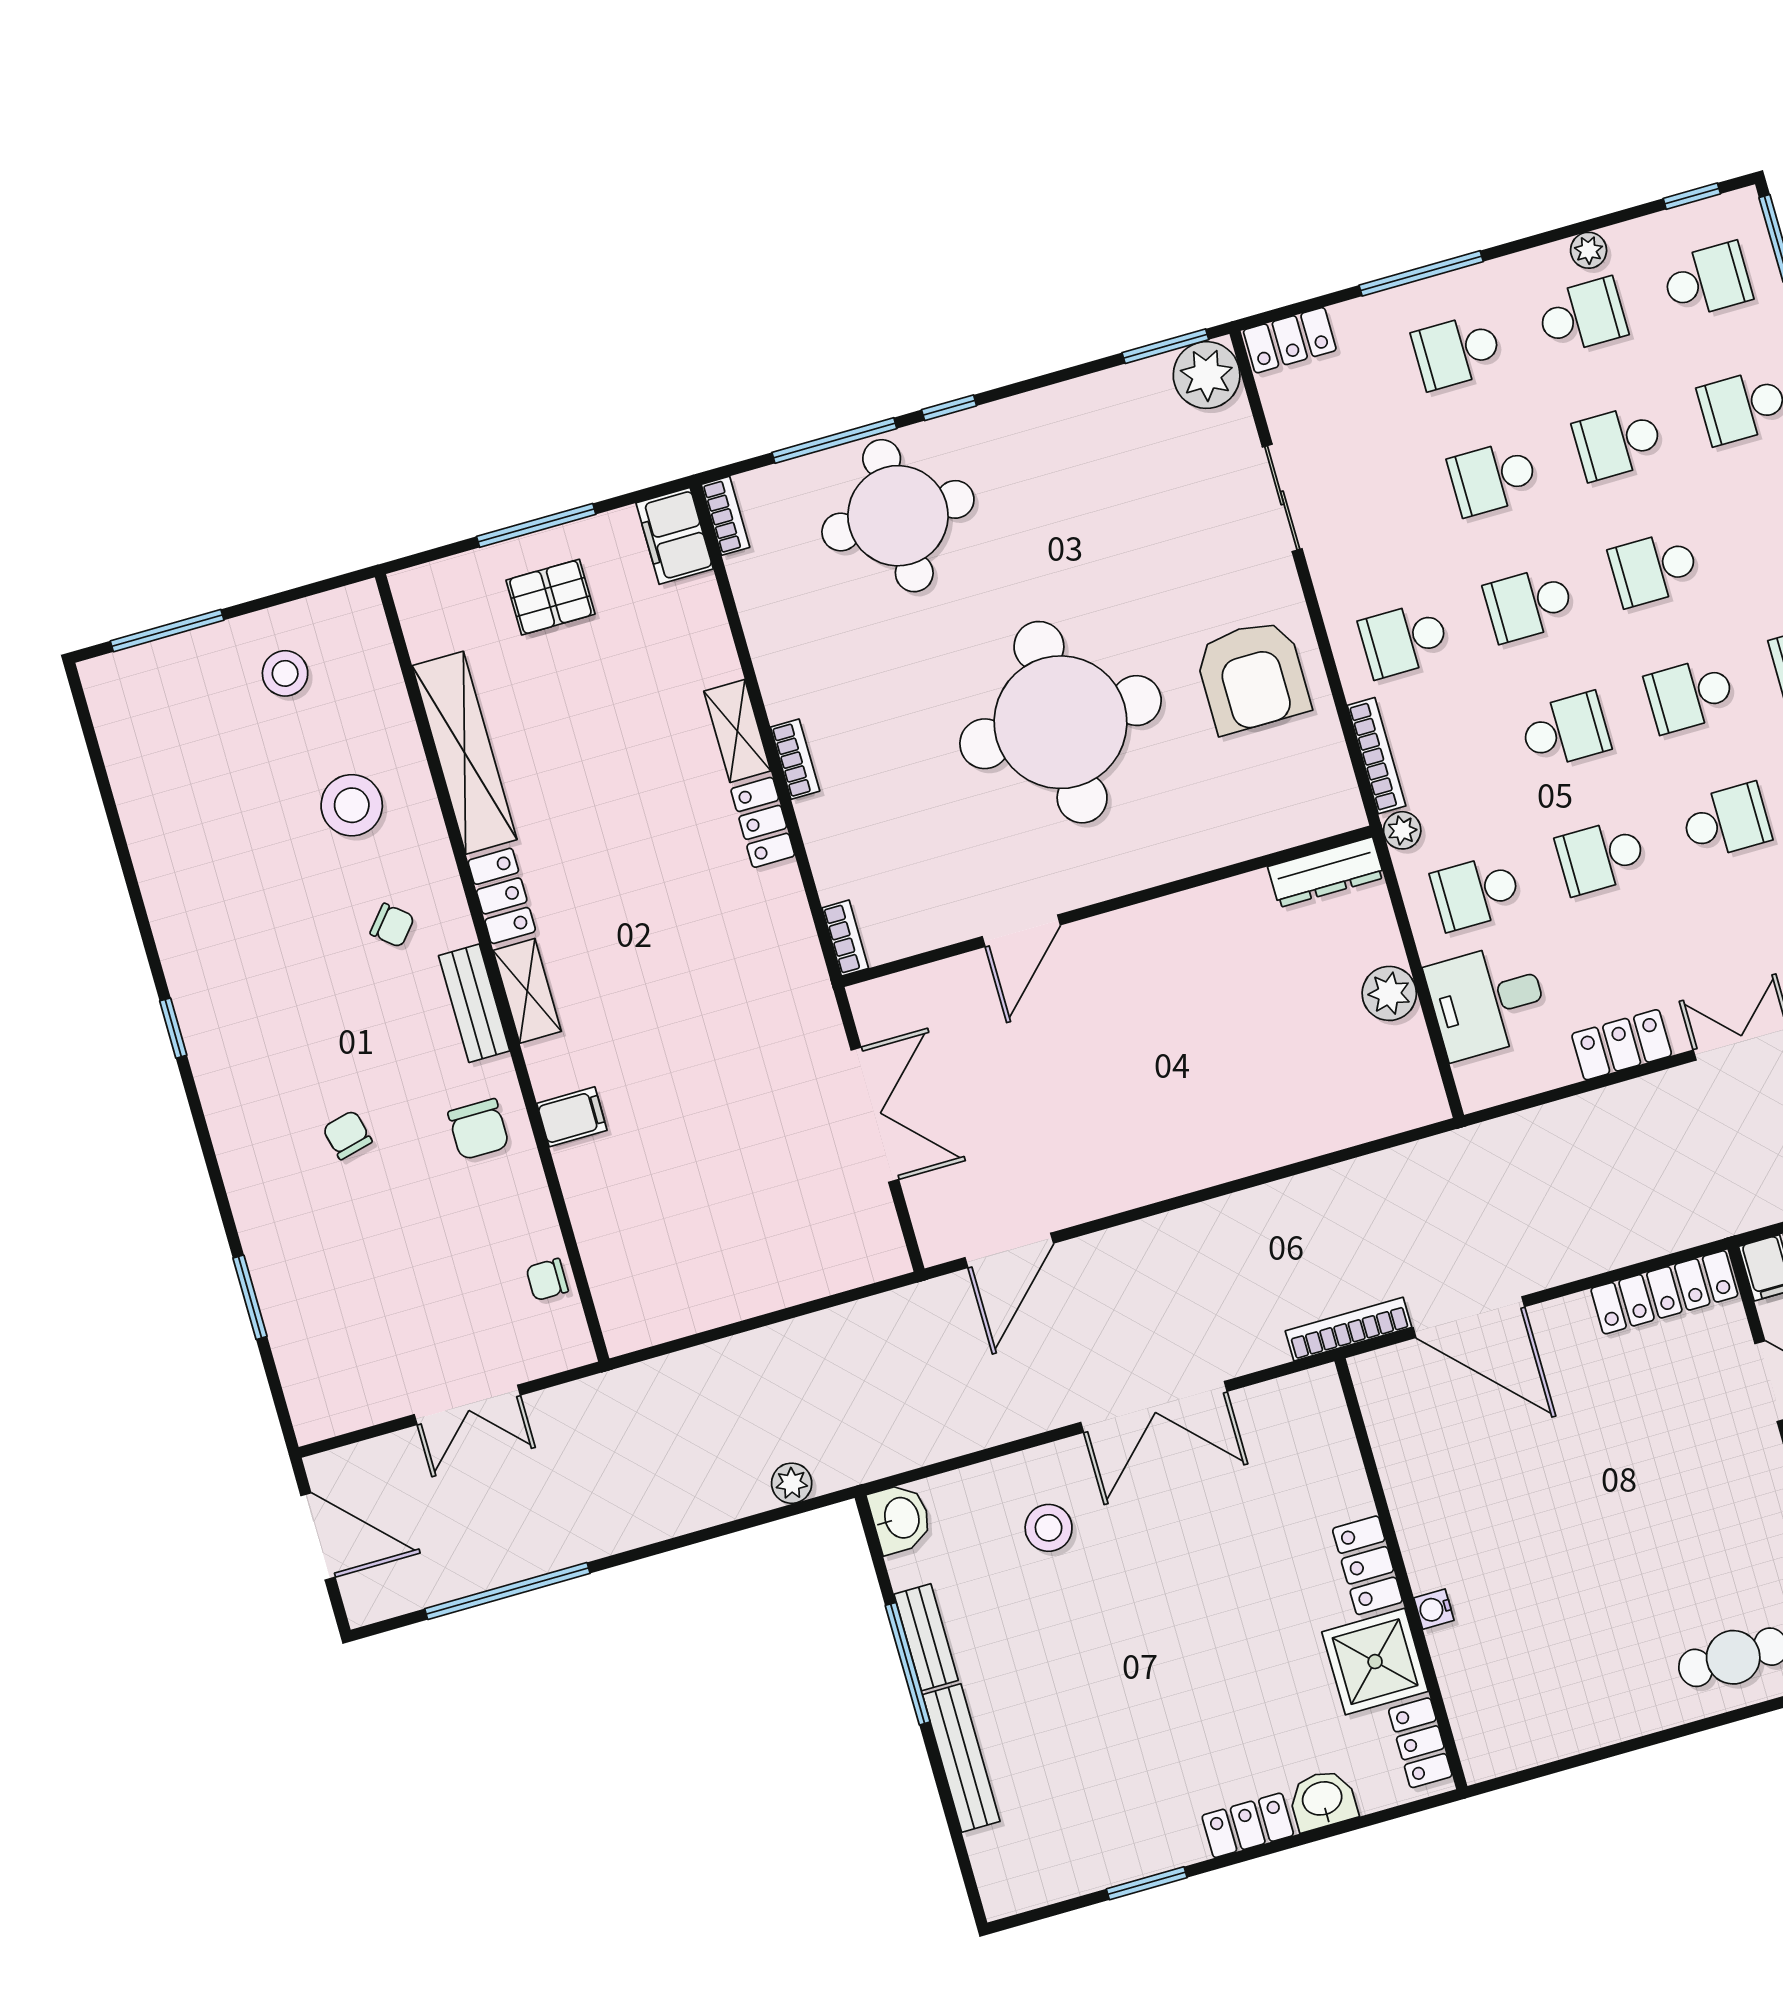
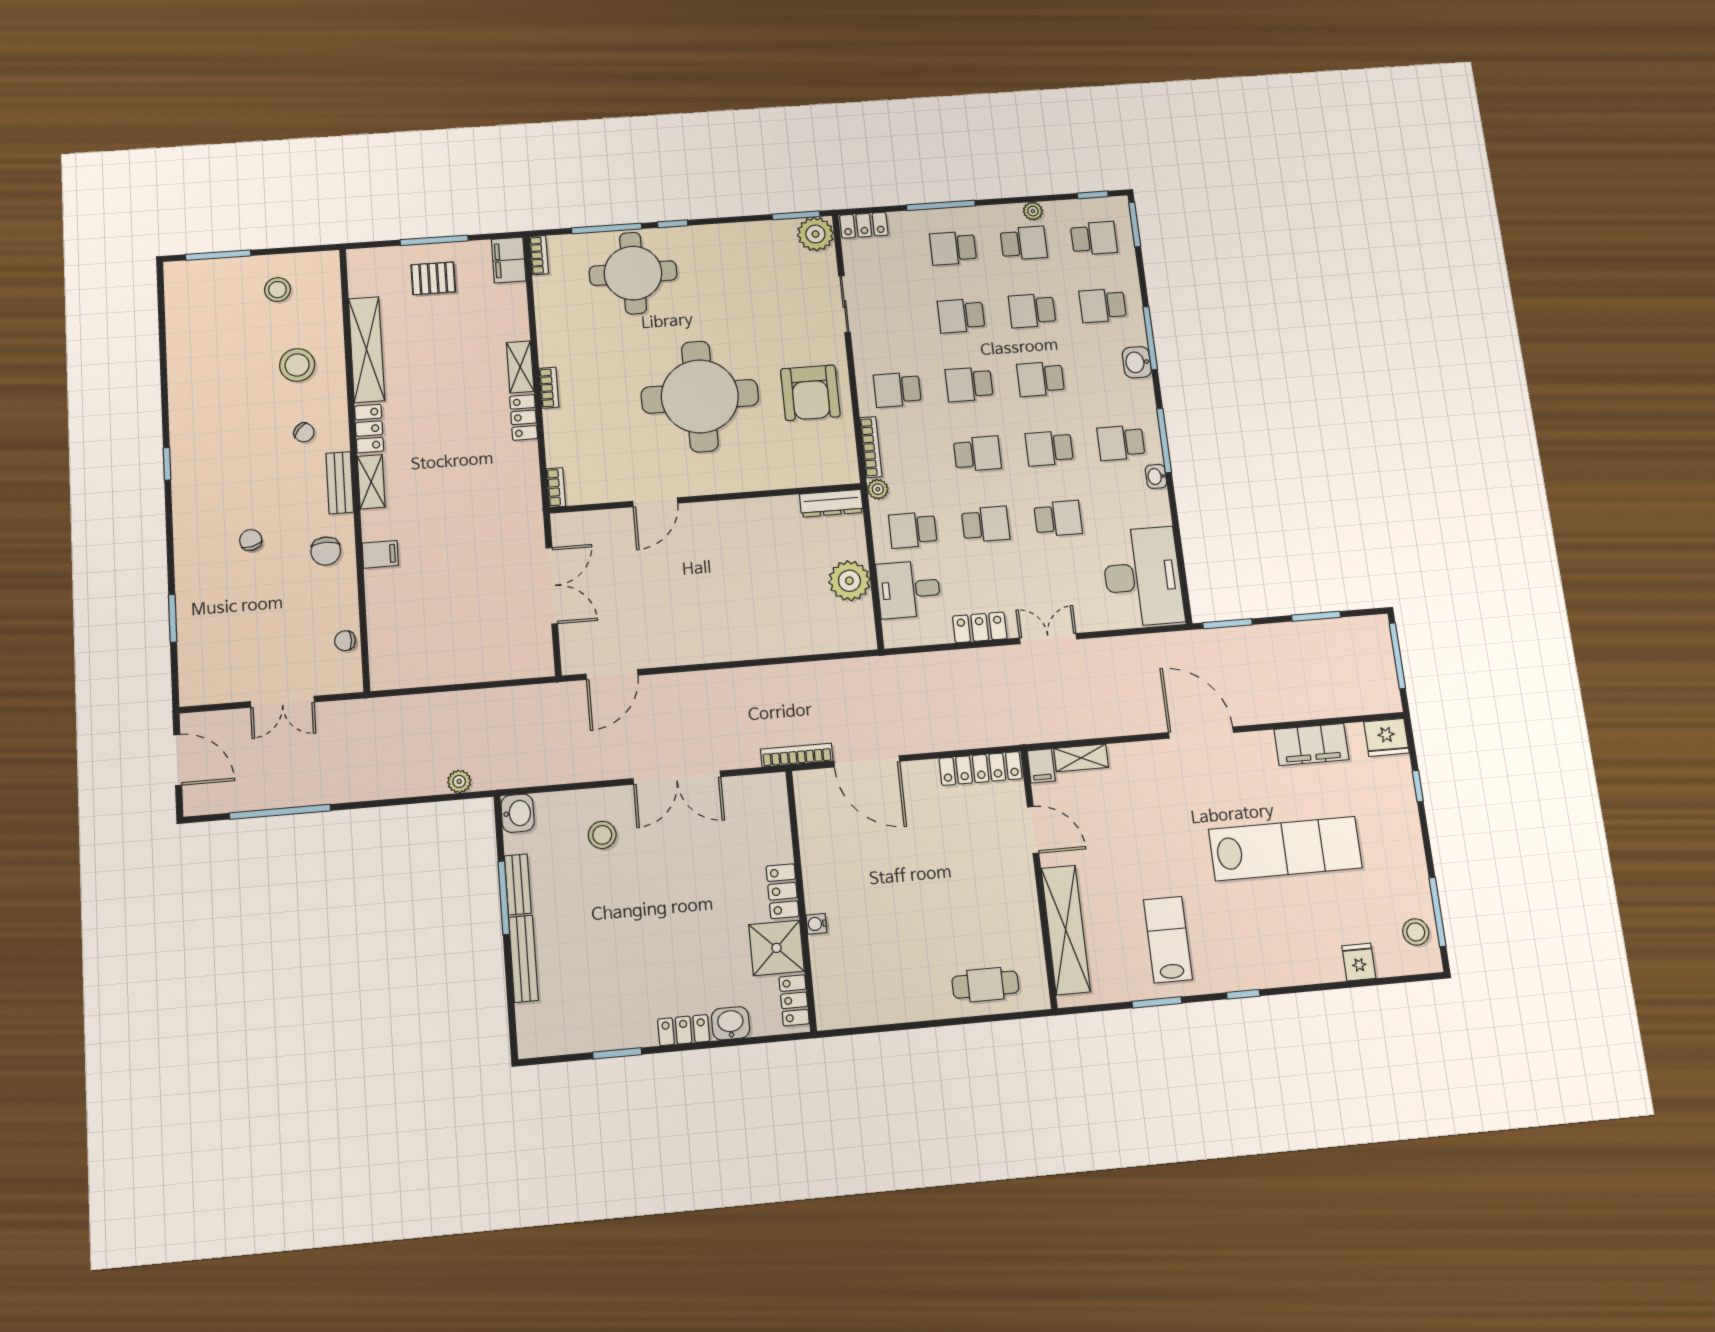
school desk: (1601, 857) -> (986, 524), turned 180
plant: (1389, 993) -> (849, 581), width x1.36, depth x1.36

